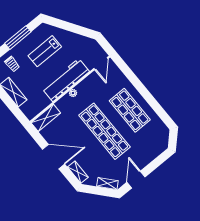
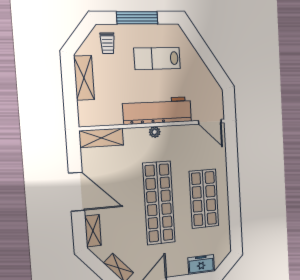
door: (101, 64) -> (210, 122), hinge flipped
freezer: (156, 150) -> (201, 264), added

